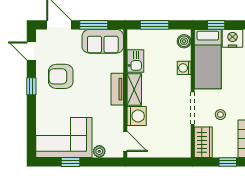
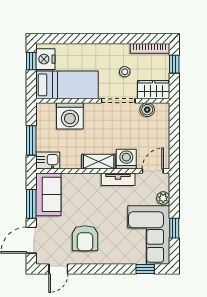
window: (216, 25) -> (31, 61), moved
boiler: (184, 41) -> (147, 110), moved
kitchen sink: (135, 61) -> (48, 160), moved
washing machine: (184, 68) -> (70, 116), width x1.89, depth x1.89
window: (31, 86) -> (145, 269), moved
tv unit: (117, 89) -> (118, 179), moved

